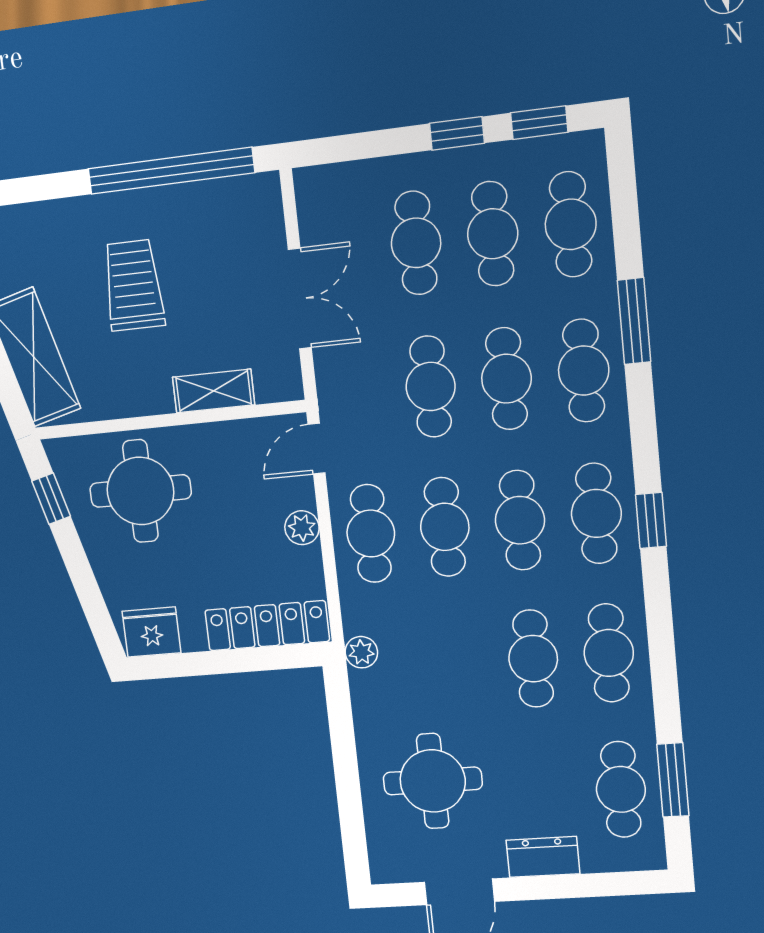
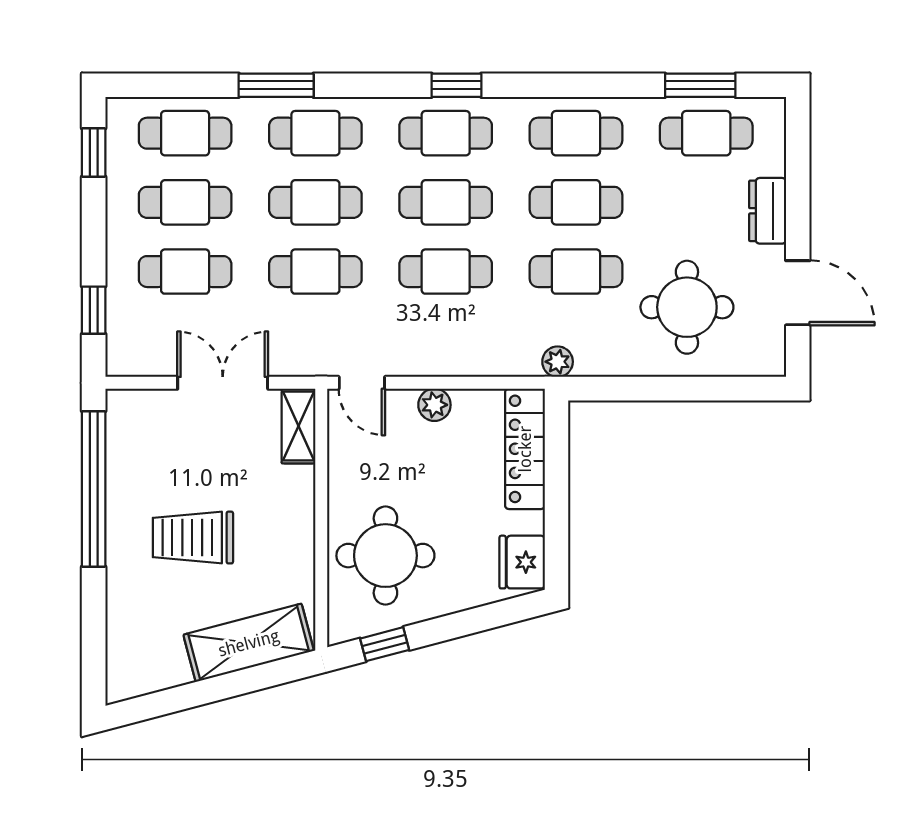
window: (457, 133) -> (94, 310), moved
shelving: (214, 391) -> (299, 426), moved
cafe table: (371, 533) -> (576, 272), moved

